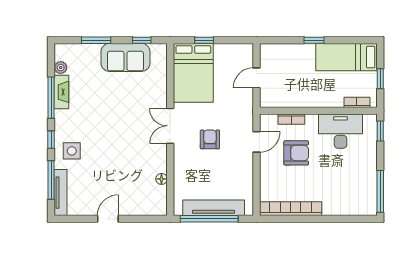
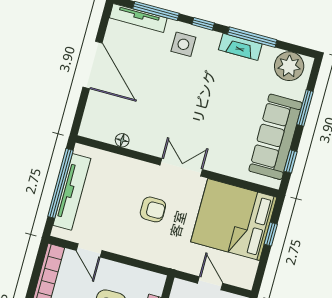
sofa: (125, 57) -> (276, 137), width x1.36
plant: (61, 68) -> (289, 66), width x1.88, depth x1.88
bed: (193, 73) -> (234, 220), width x1.36
fireplace: (61, 92) -> (240, 47), moved
door: (256, 142) -> (89, 250), moved
door: (108, 219) -> (93, 65), width x1.87

